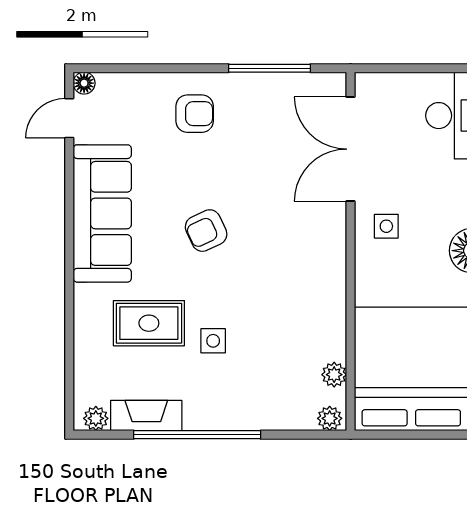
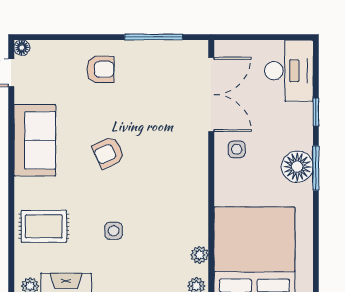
double door: (351, 149) -> (211, 94), swing flipped
sofa: (102, 213) -> (35, 140), width x0.73
rug: (149, 323) -> (44, 226), moved

